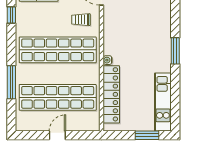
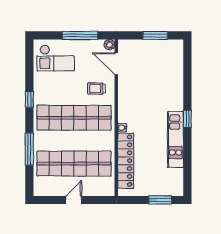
window: (11, 15) -> (29, 99), moved
window: (175, 51) -> (187, 119), width x0.67
kitchen unit: (163, 102) -> (175, 140), moved

